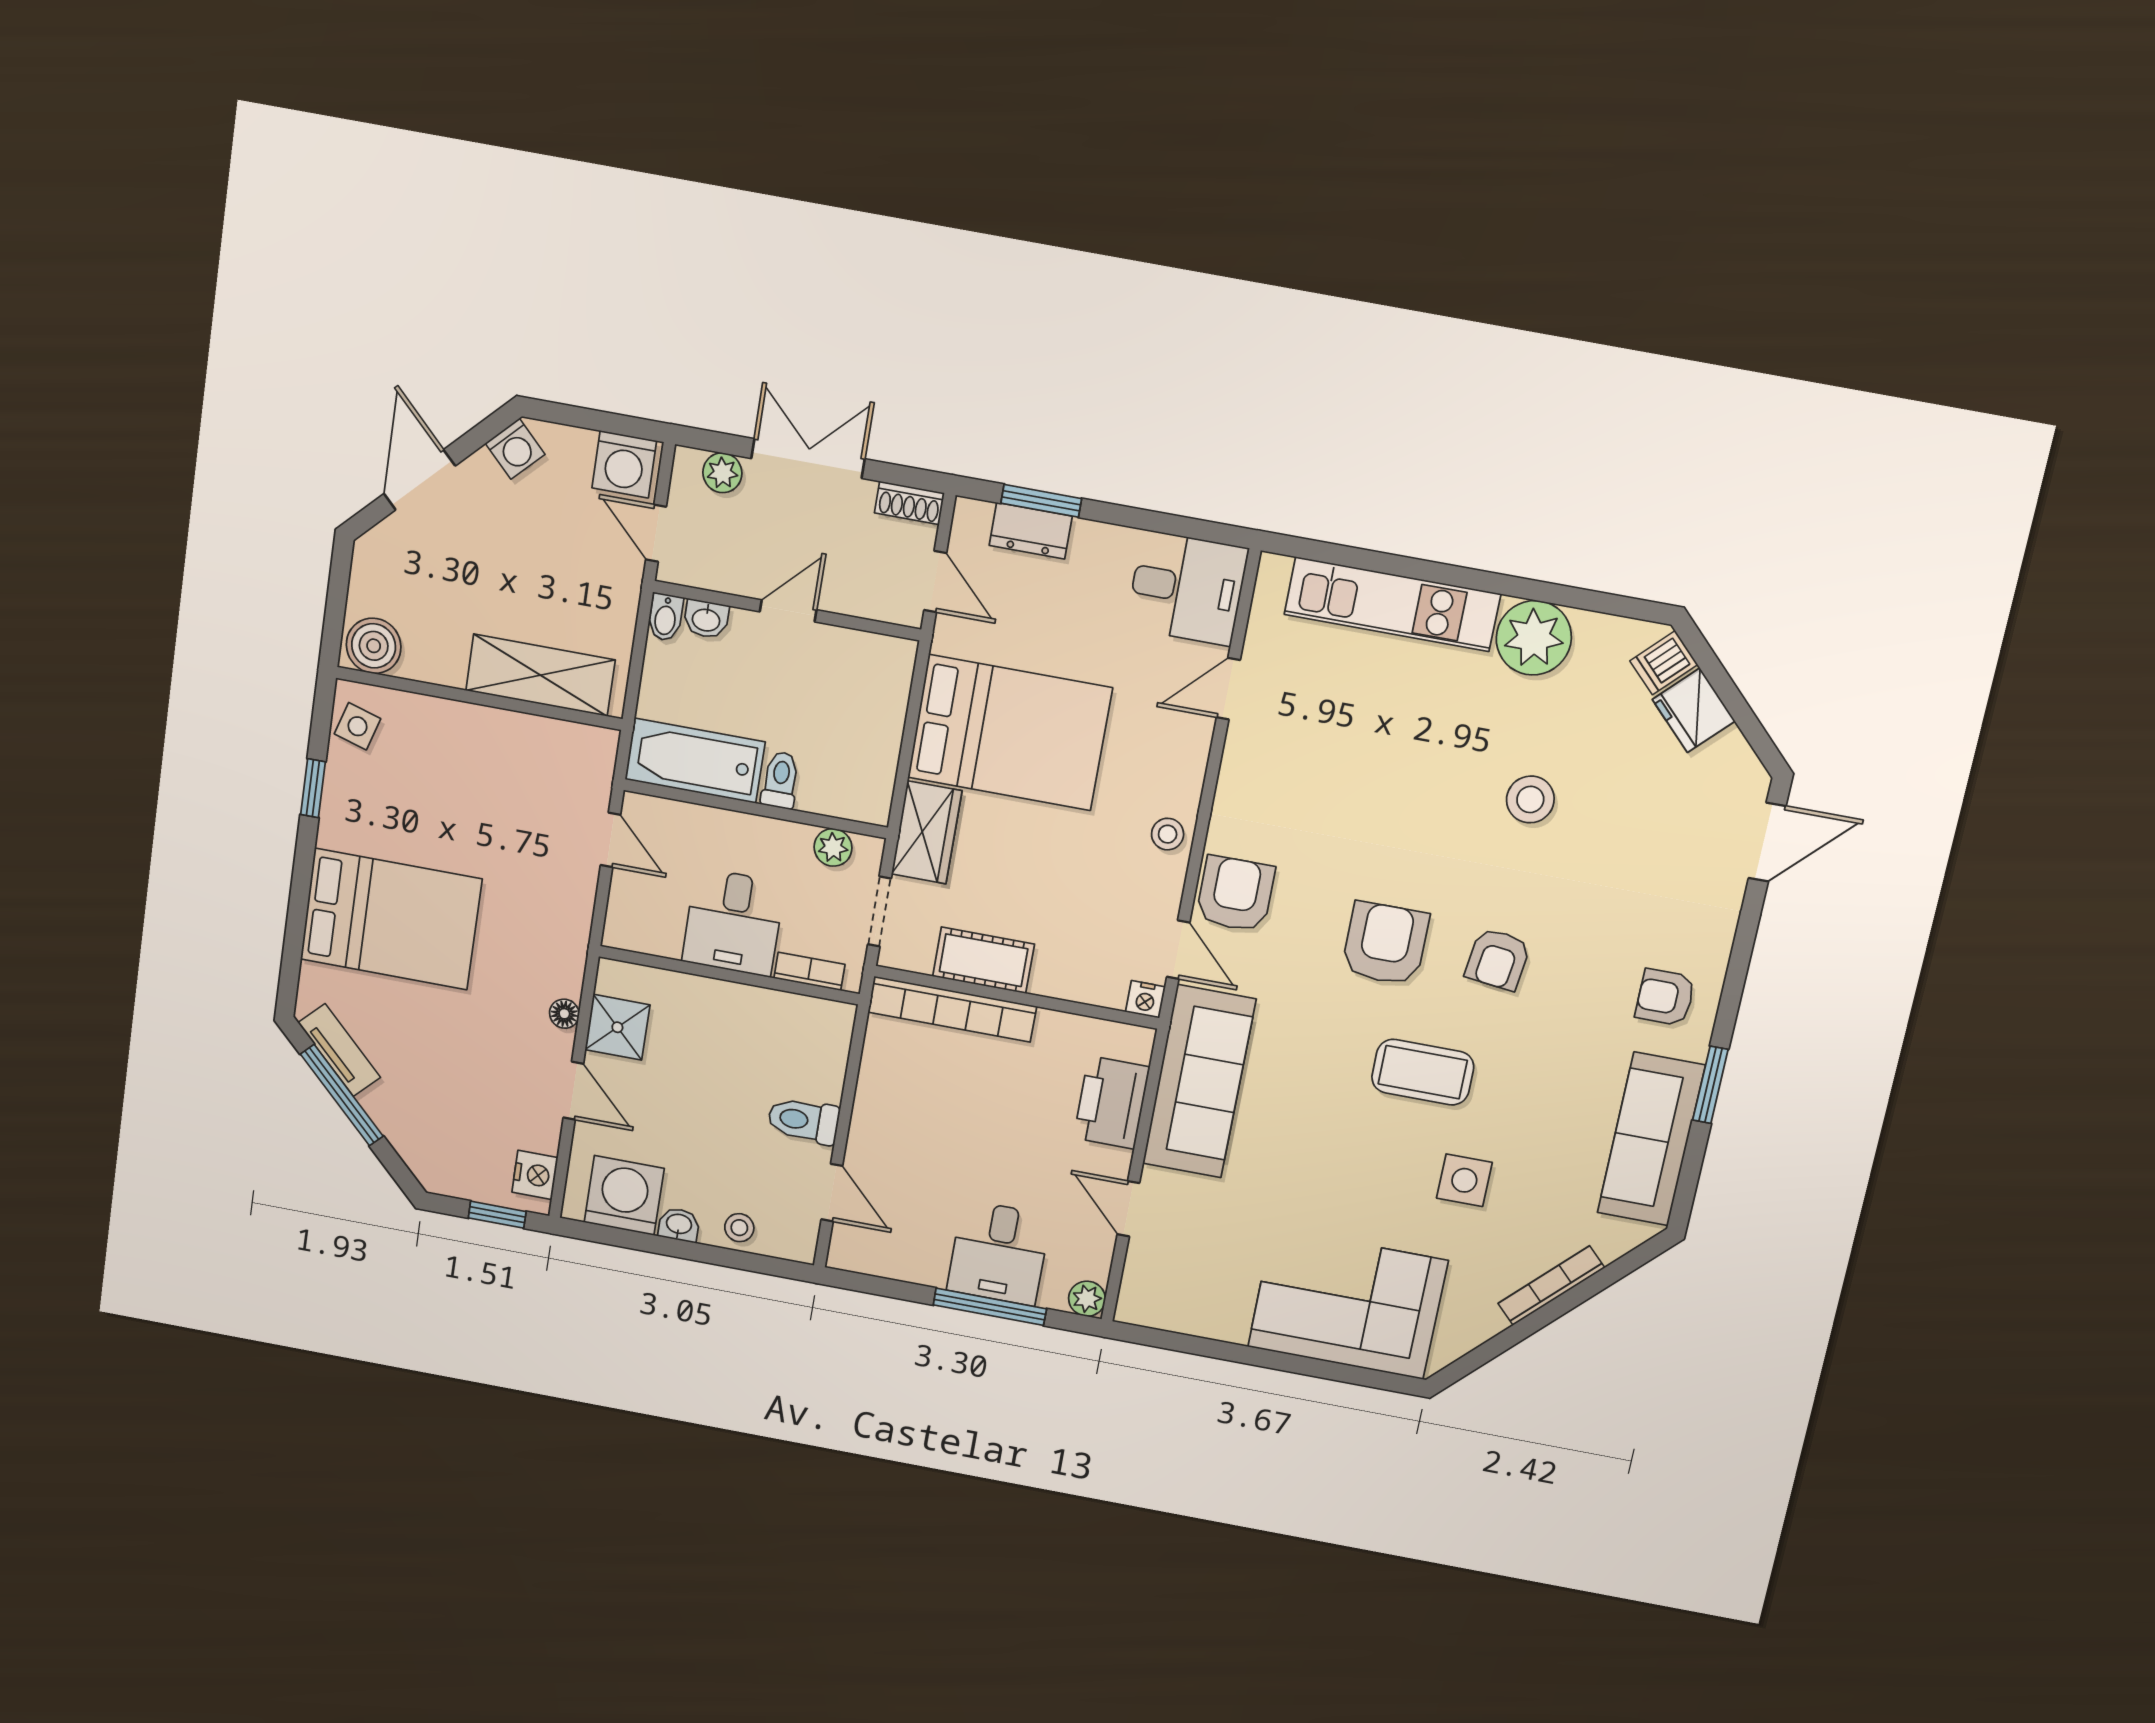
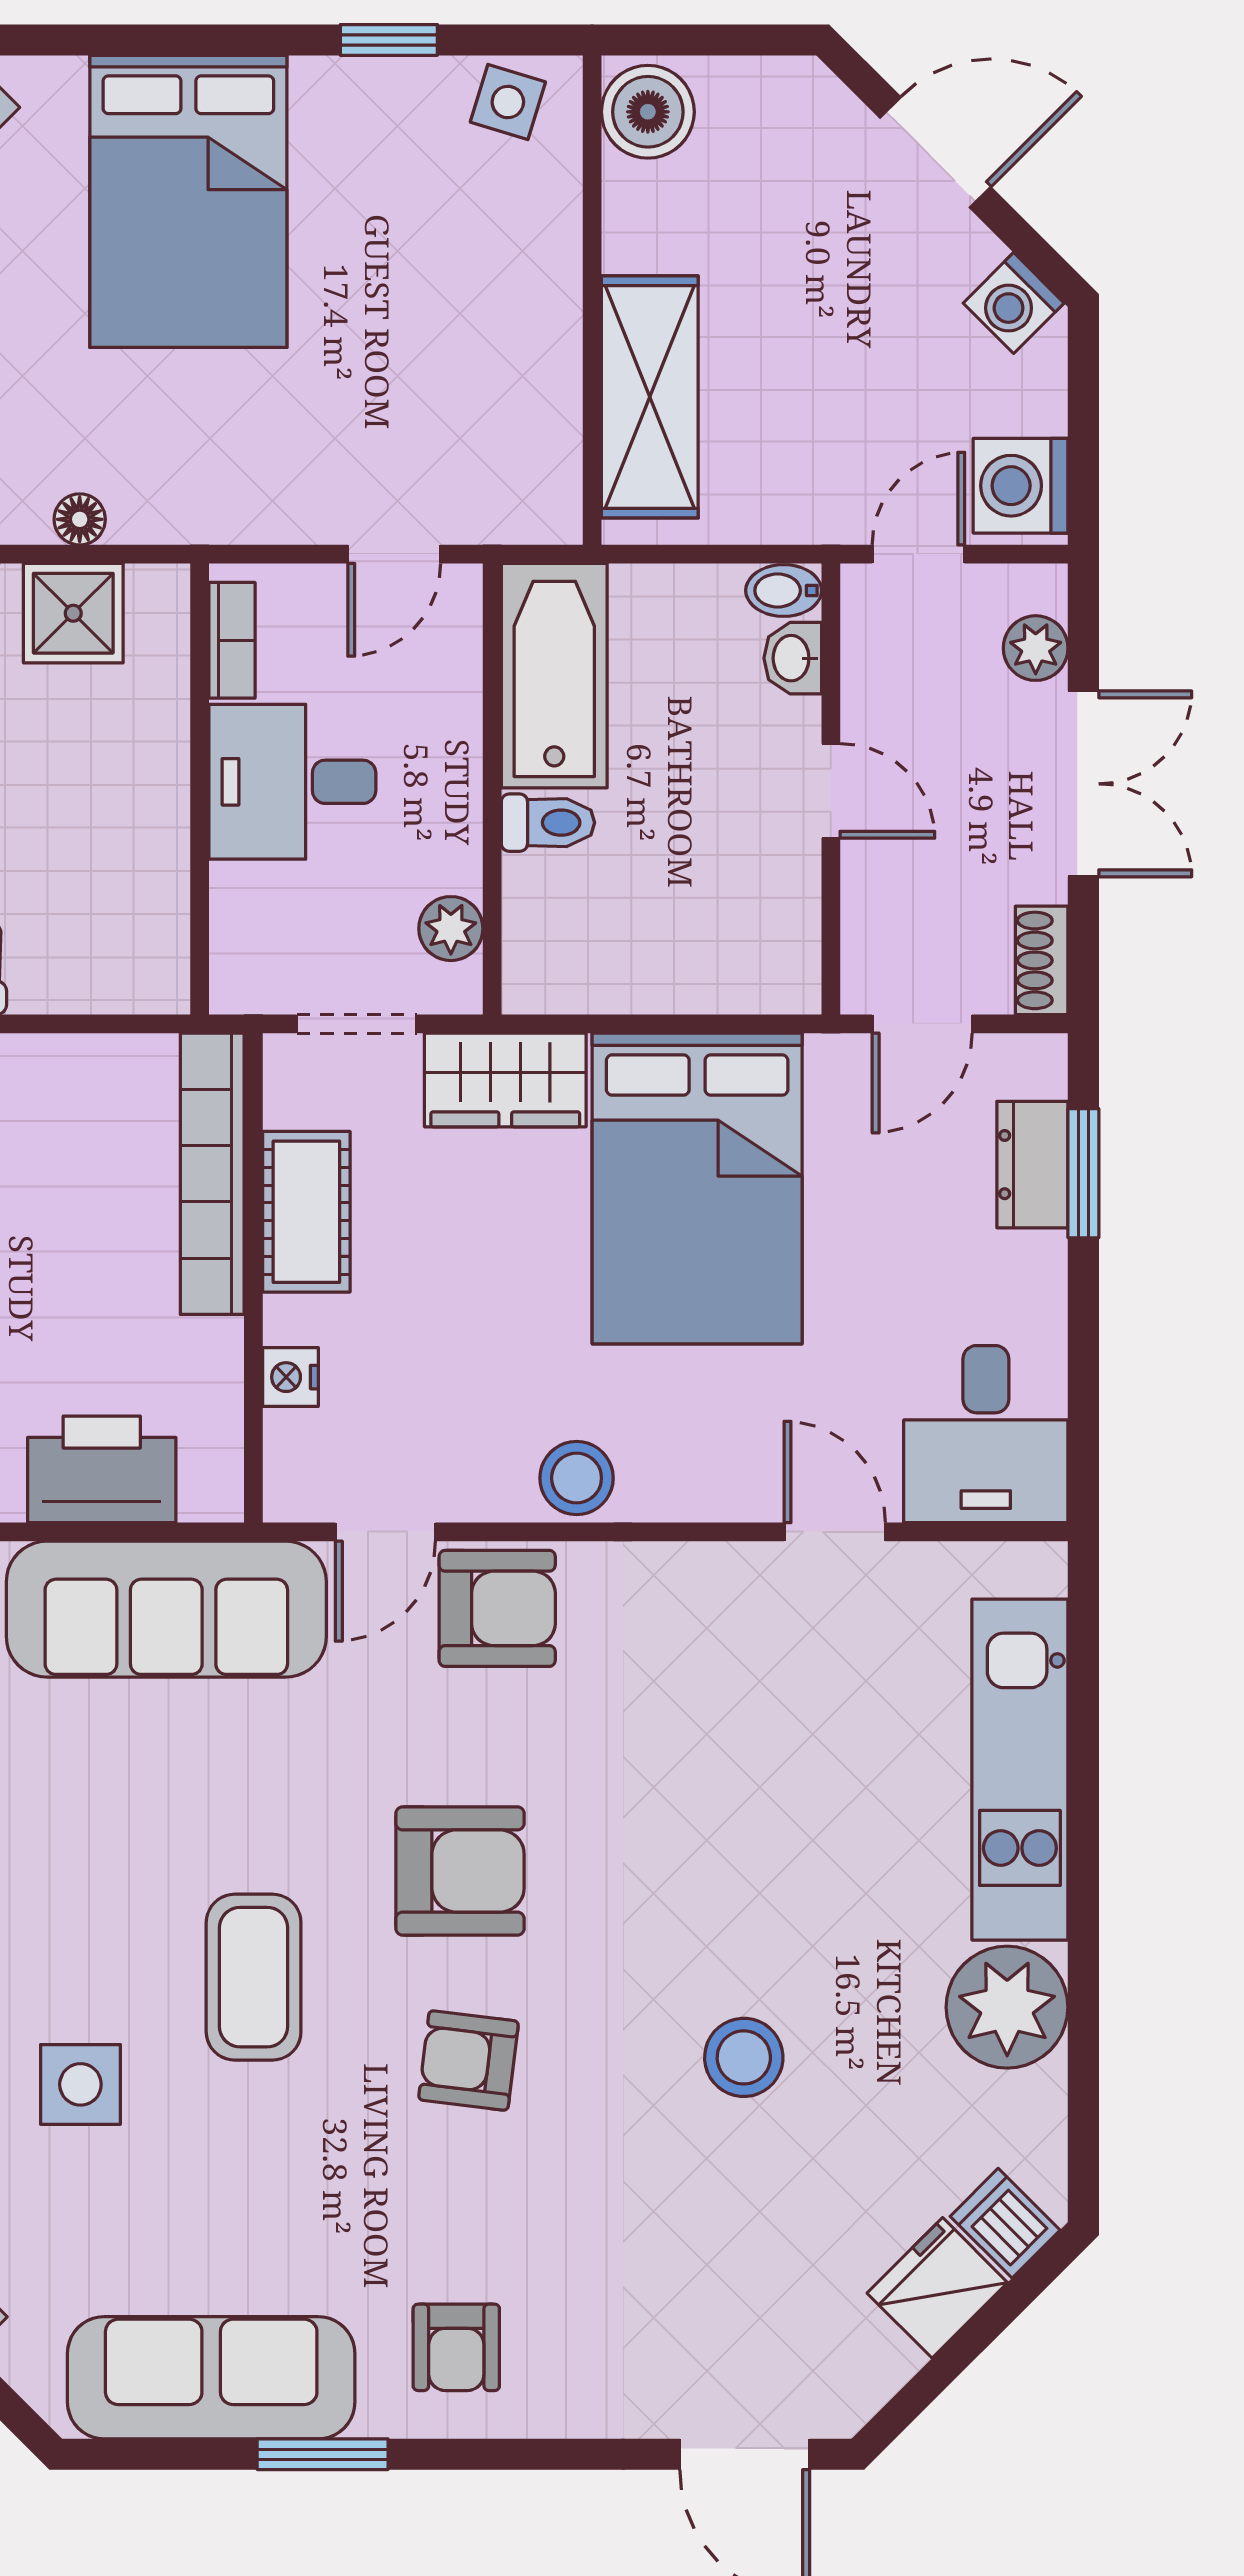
stool: (1168, 834) -> (577, 1478), width x1.37, depth x1.37
bookcase: (809, 971) -> (232, 640), moved
armchair: (1665, 997) -> (456, 2347), turned 180
nightstand: (1145, 999) -> (290, 1377), moved

